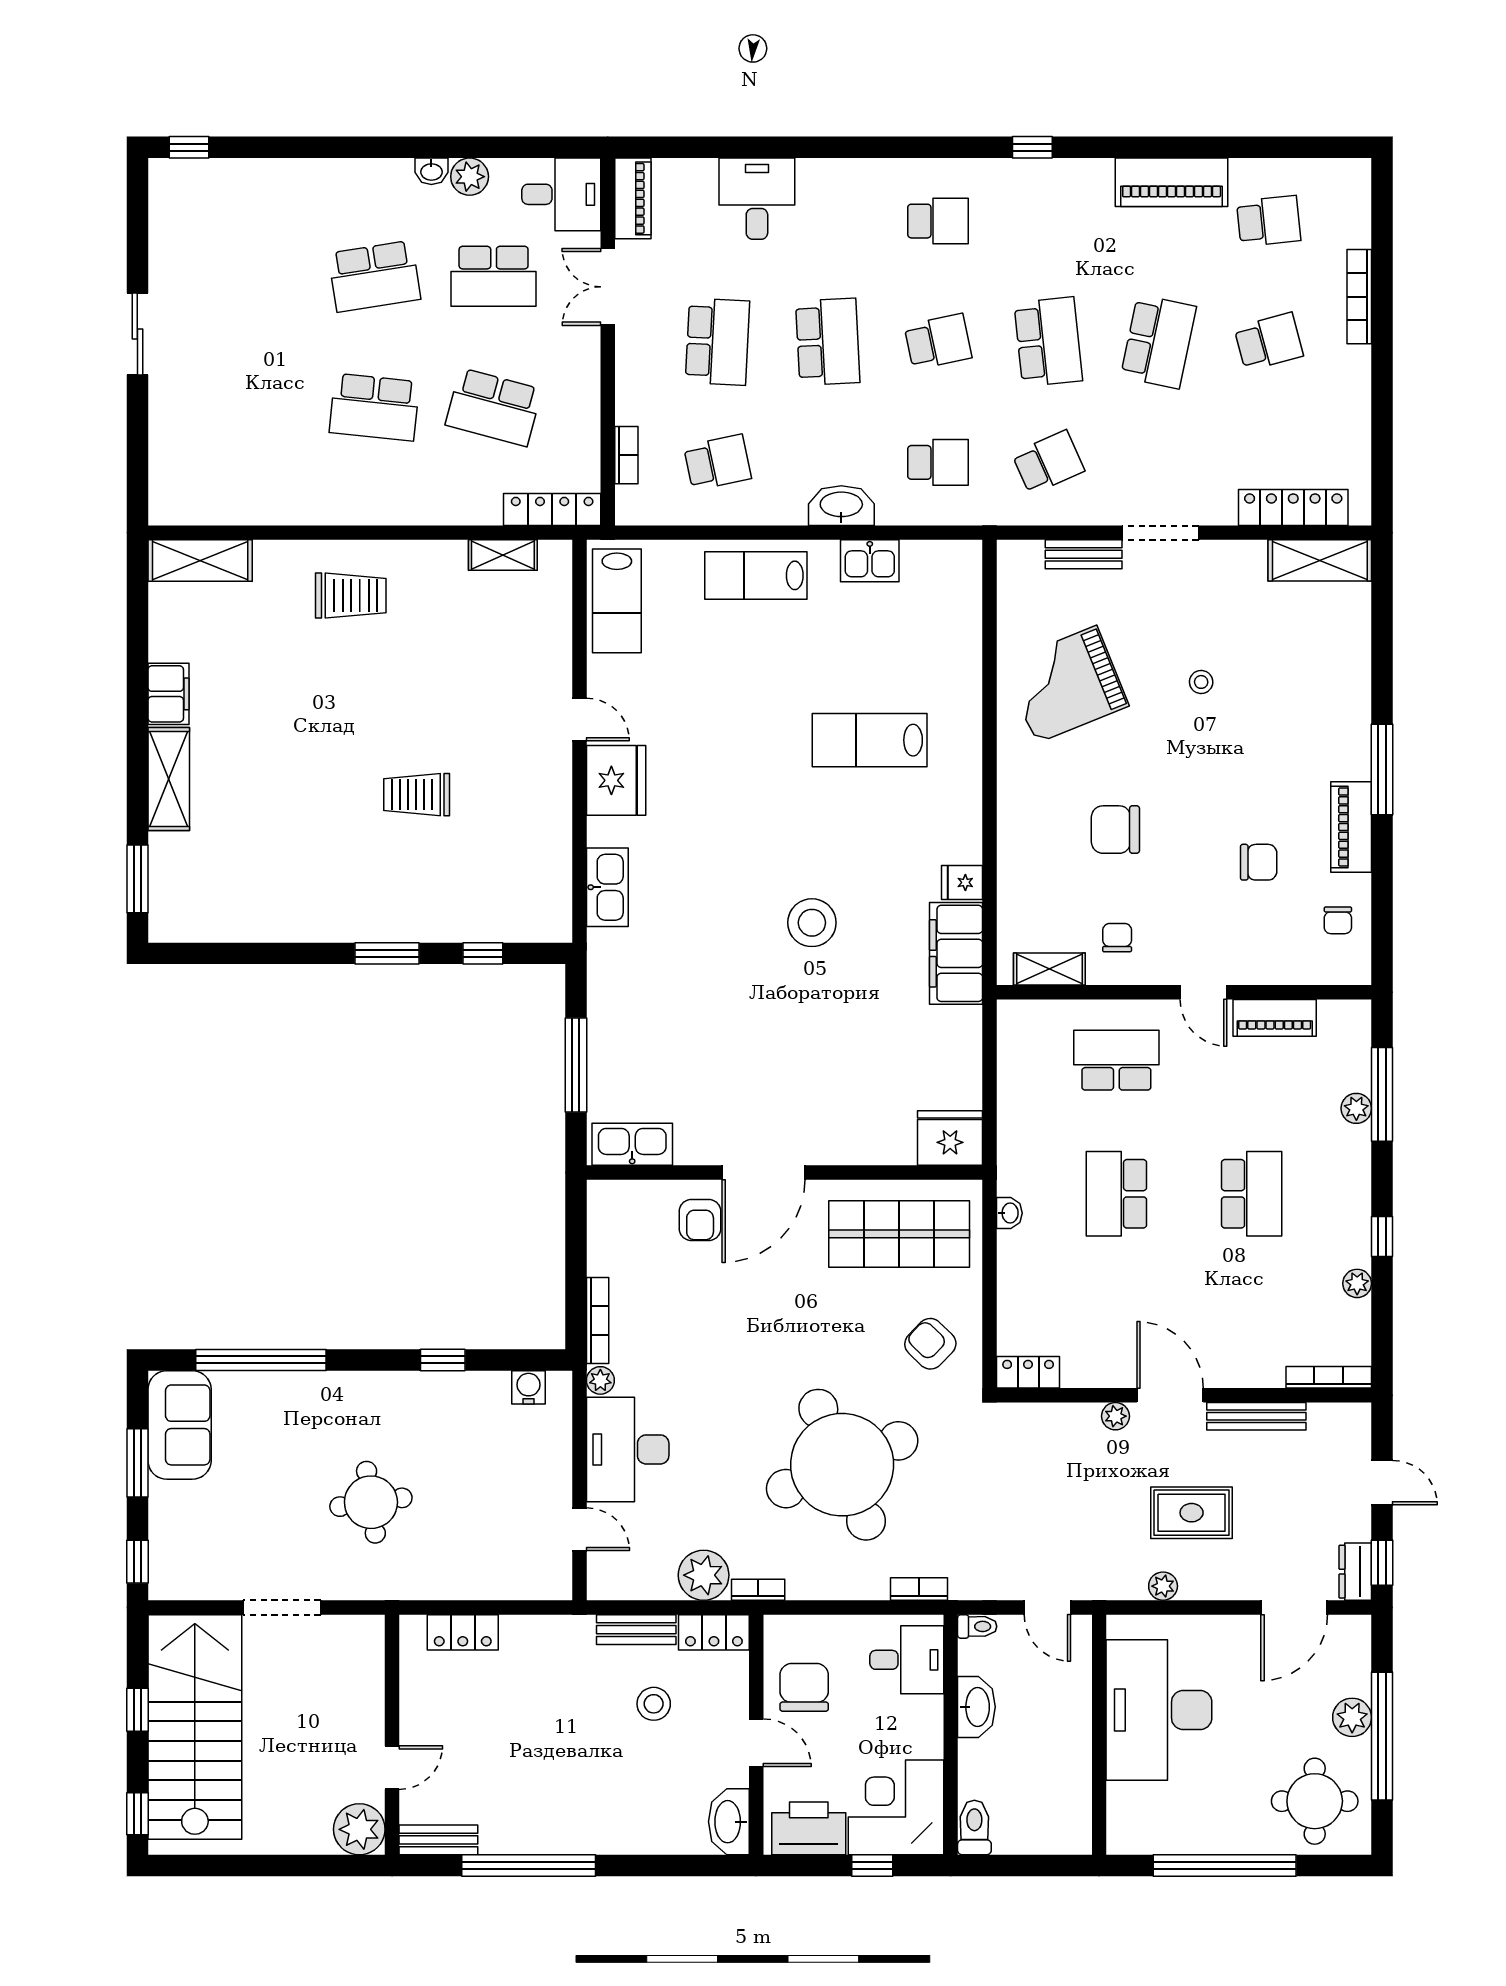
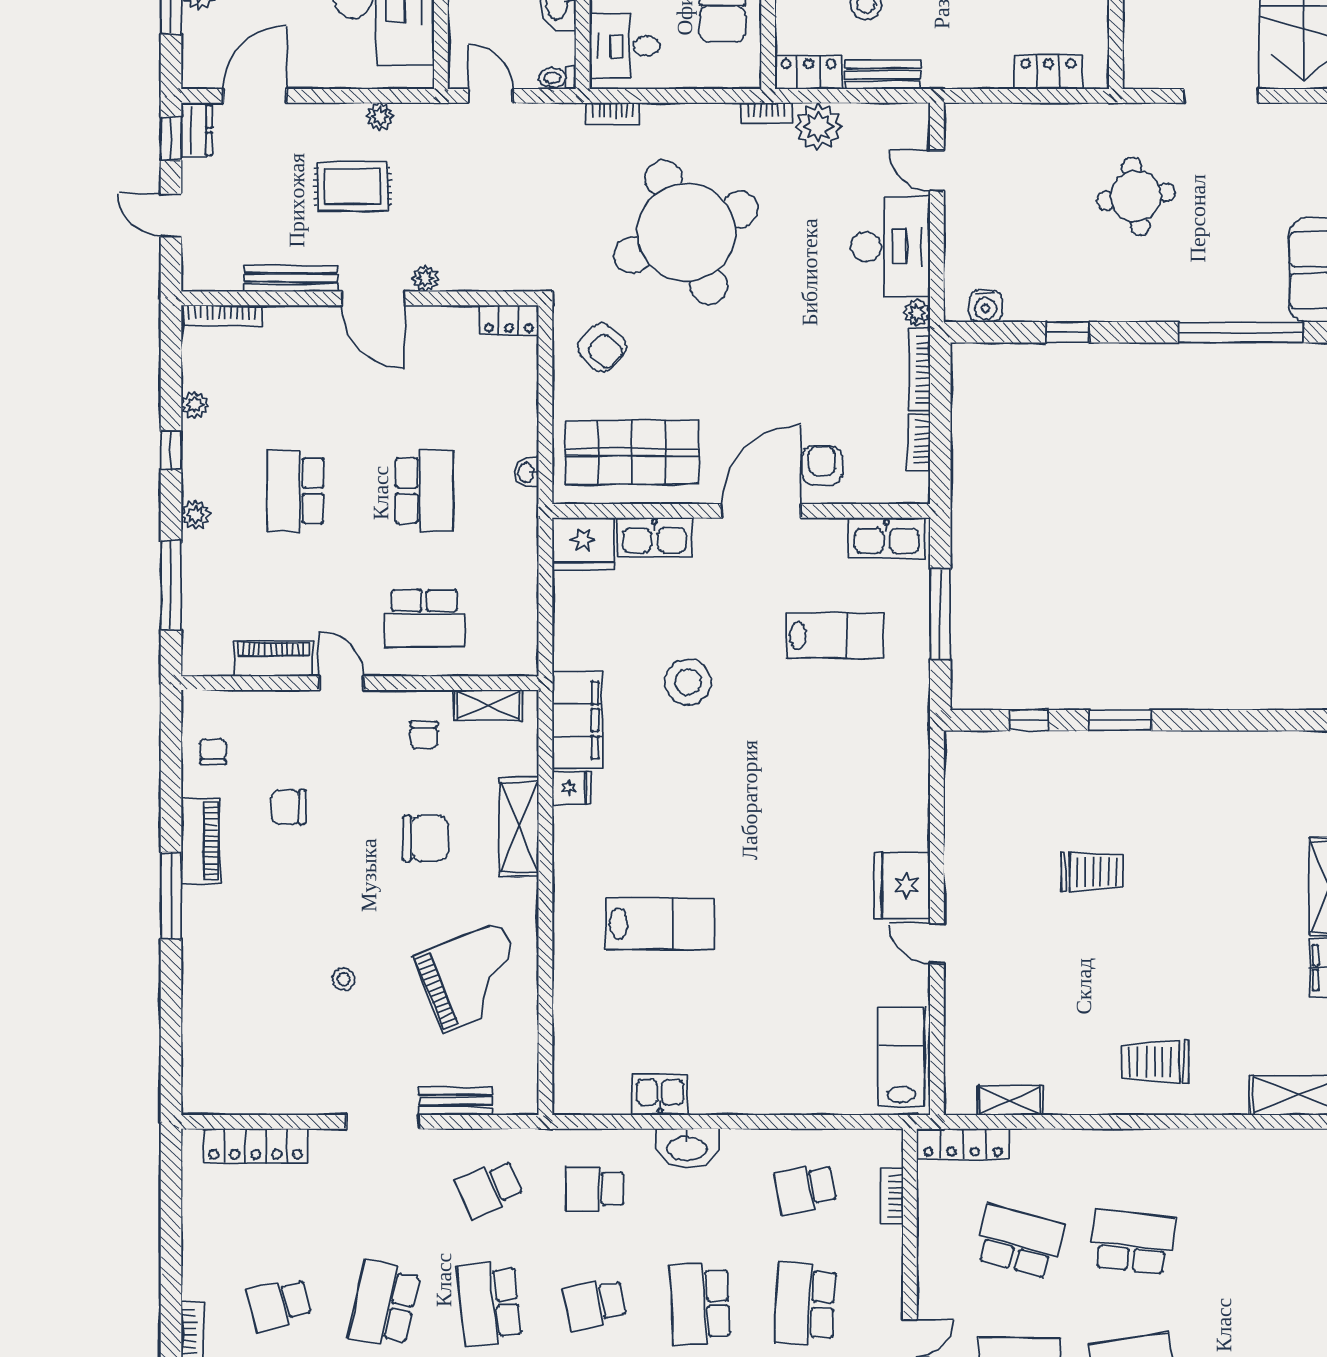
shelving: (1320, 560) -> (519, 827), moved, turned 90
lab bench: (756, 575) -> (835, 635), moved
kitchen sink: (607, 887) -> (654, 538), moved, turned -90
stool: (812, 923) -> (688, 682), moved
plant: (1356, 1108) -> (195, 515), moved
bookcase: (598, 1245) -> (919, 442), added

